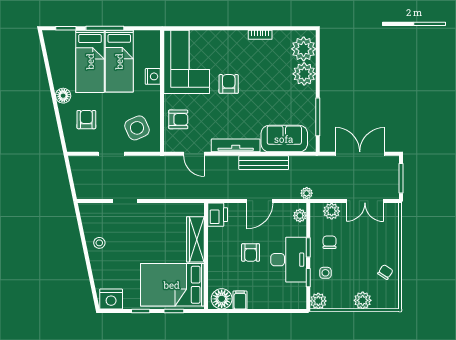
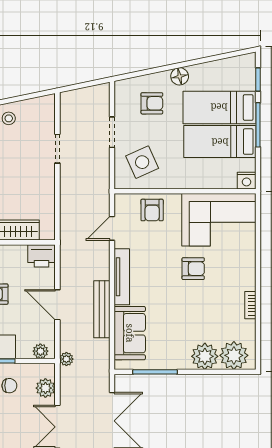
nightstand: (153, 76) -> (247, 181), moved

